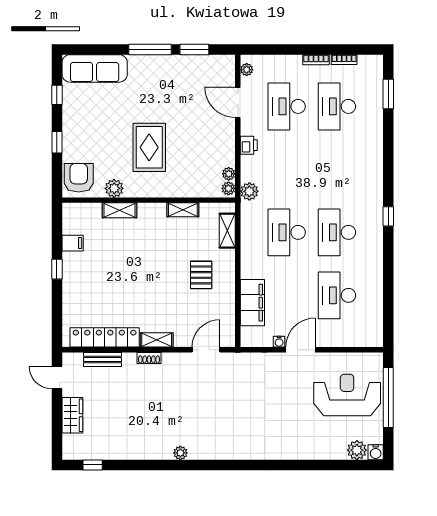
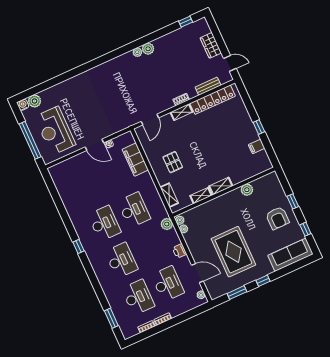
window: (150, 50) -> (263, 281), width x0.46
rug: (149, 147) -> (233, 252), moved, width x1.37, depth x1.44
armchair: (79, 178) -> (277, 218), moved
shelving: (119, 210) -> (221, 186), moved
desk: (337, 295) -> (121, 260), moved
door: (300, 350) -> (94, 145), hinge flipped
reception desk: (347, 395) -> (55, 131), turned 90
plant: (163, 451) -> (148, 49), added

